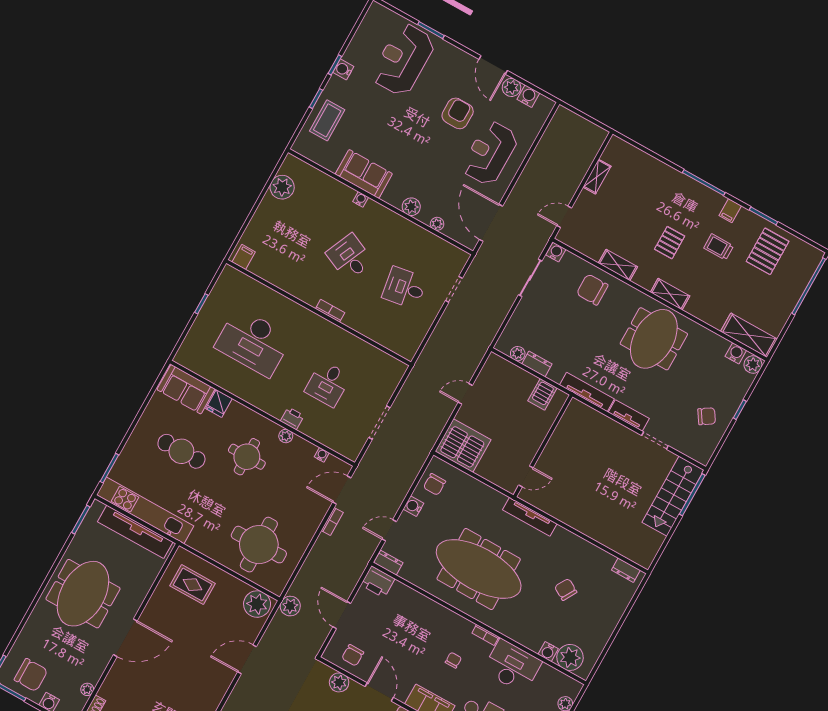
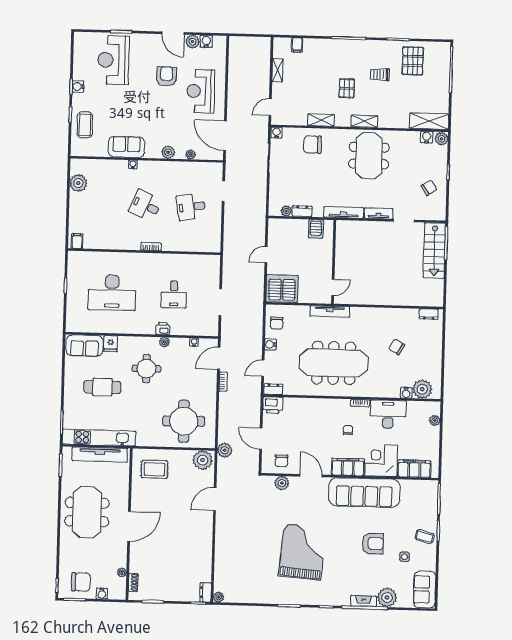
filing cabinet: (730, 211) -> (297, 45), moved
tv unit: (530, 517) -> (330, 311), moved

